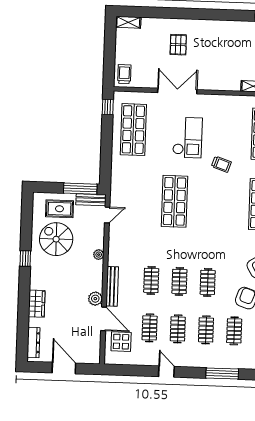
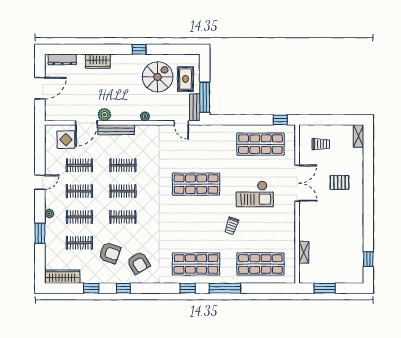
trolley: (124, 74) -> (321, 144), moved
plant: (201, 363) -> (49, 214), added
window: (222, 374) -> (40, 233), width x0.69

